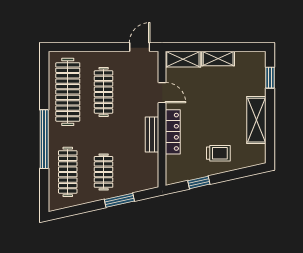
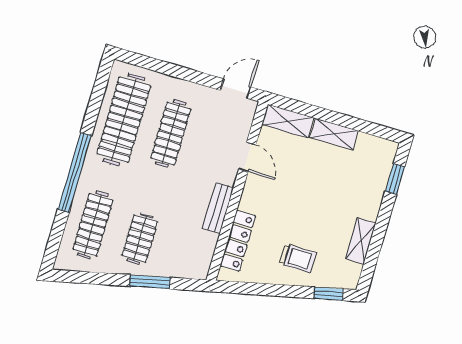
shelving: (256, 120) -> (361, 241), width x0.67, depth x0.75
locker: (173, 132) -> (238, 241), moved
window: (199, 182) -> (329, 294), moved

